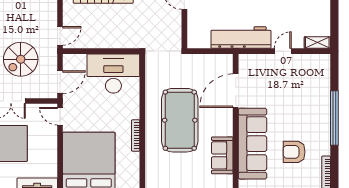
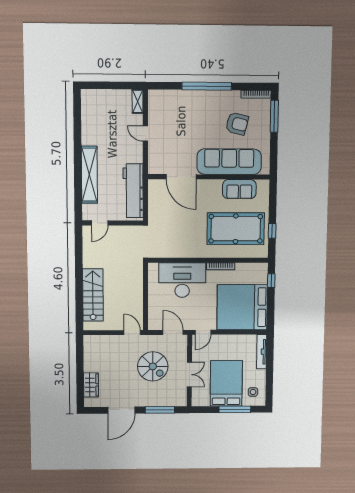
workbench: (241, 37) -> (133, 191), moved
desk: (113, 73) -> (182, 280), moved, turned 90
pool table: (180, 120) -> (236, 229), moved
armchair: (294, 152) -> (237, 124), turned -76

